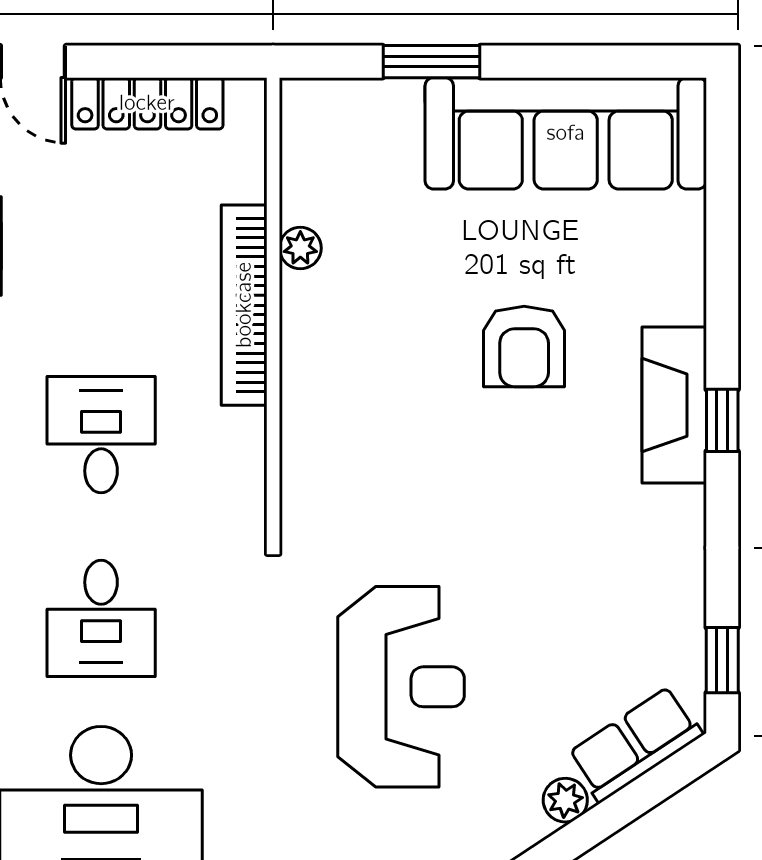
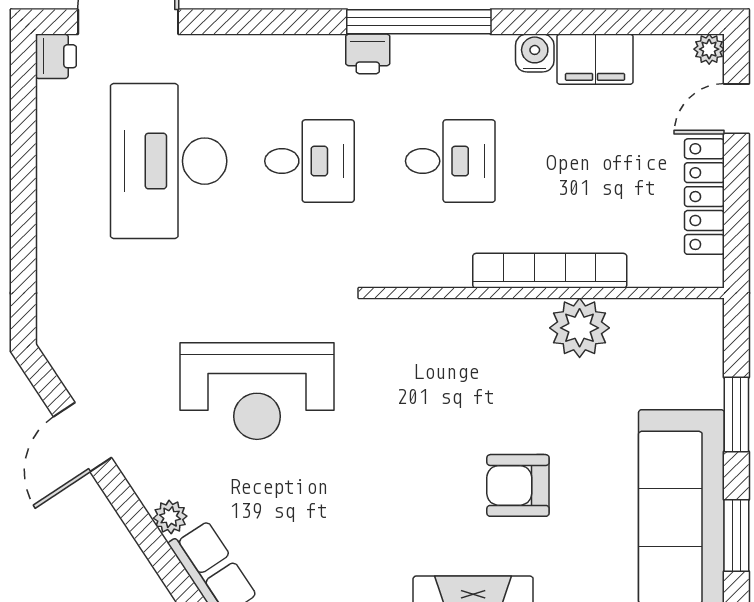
window: (589, 62) -> (736, 535), added
plant: (300, 248) -> (580, 328), width x1.88, depth x1.88
desk: (101, 618) -> (309, 161), turned 180

